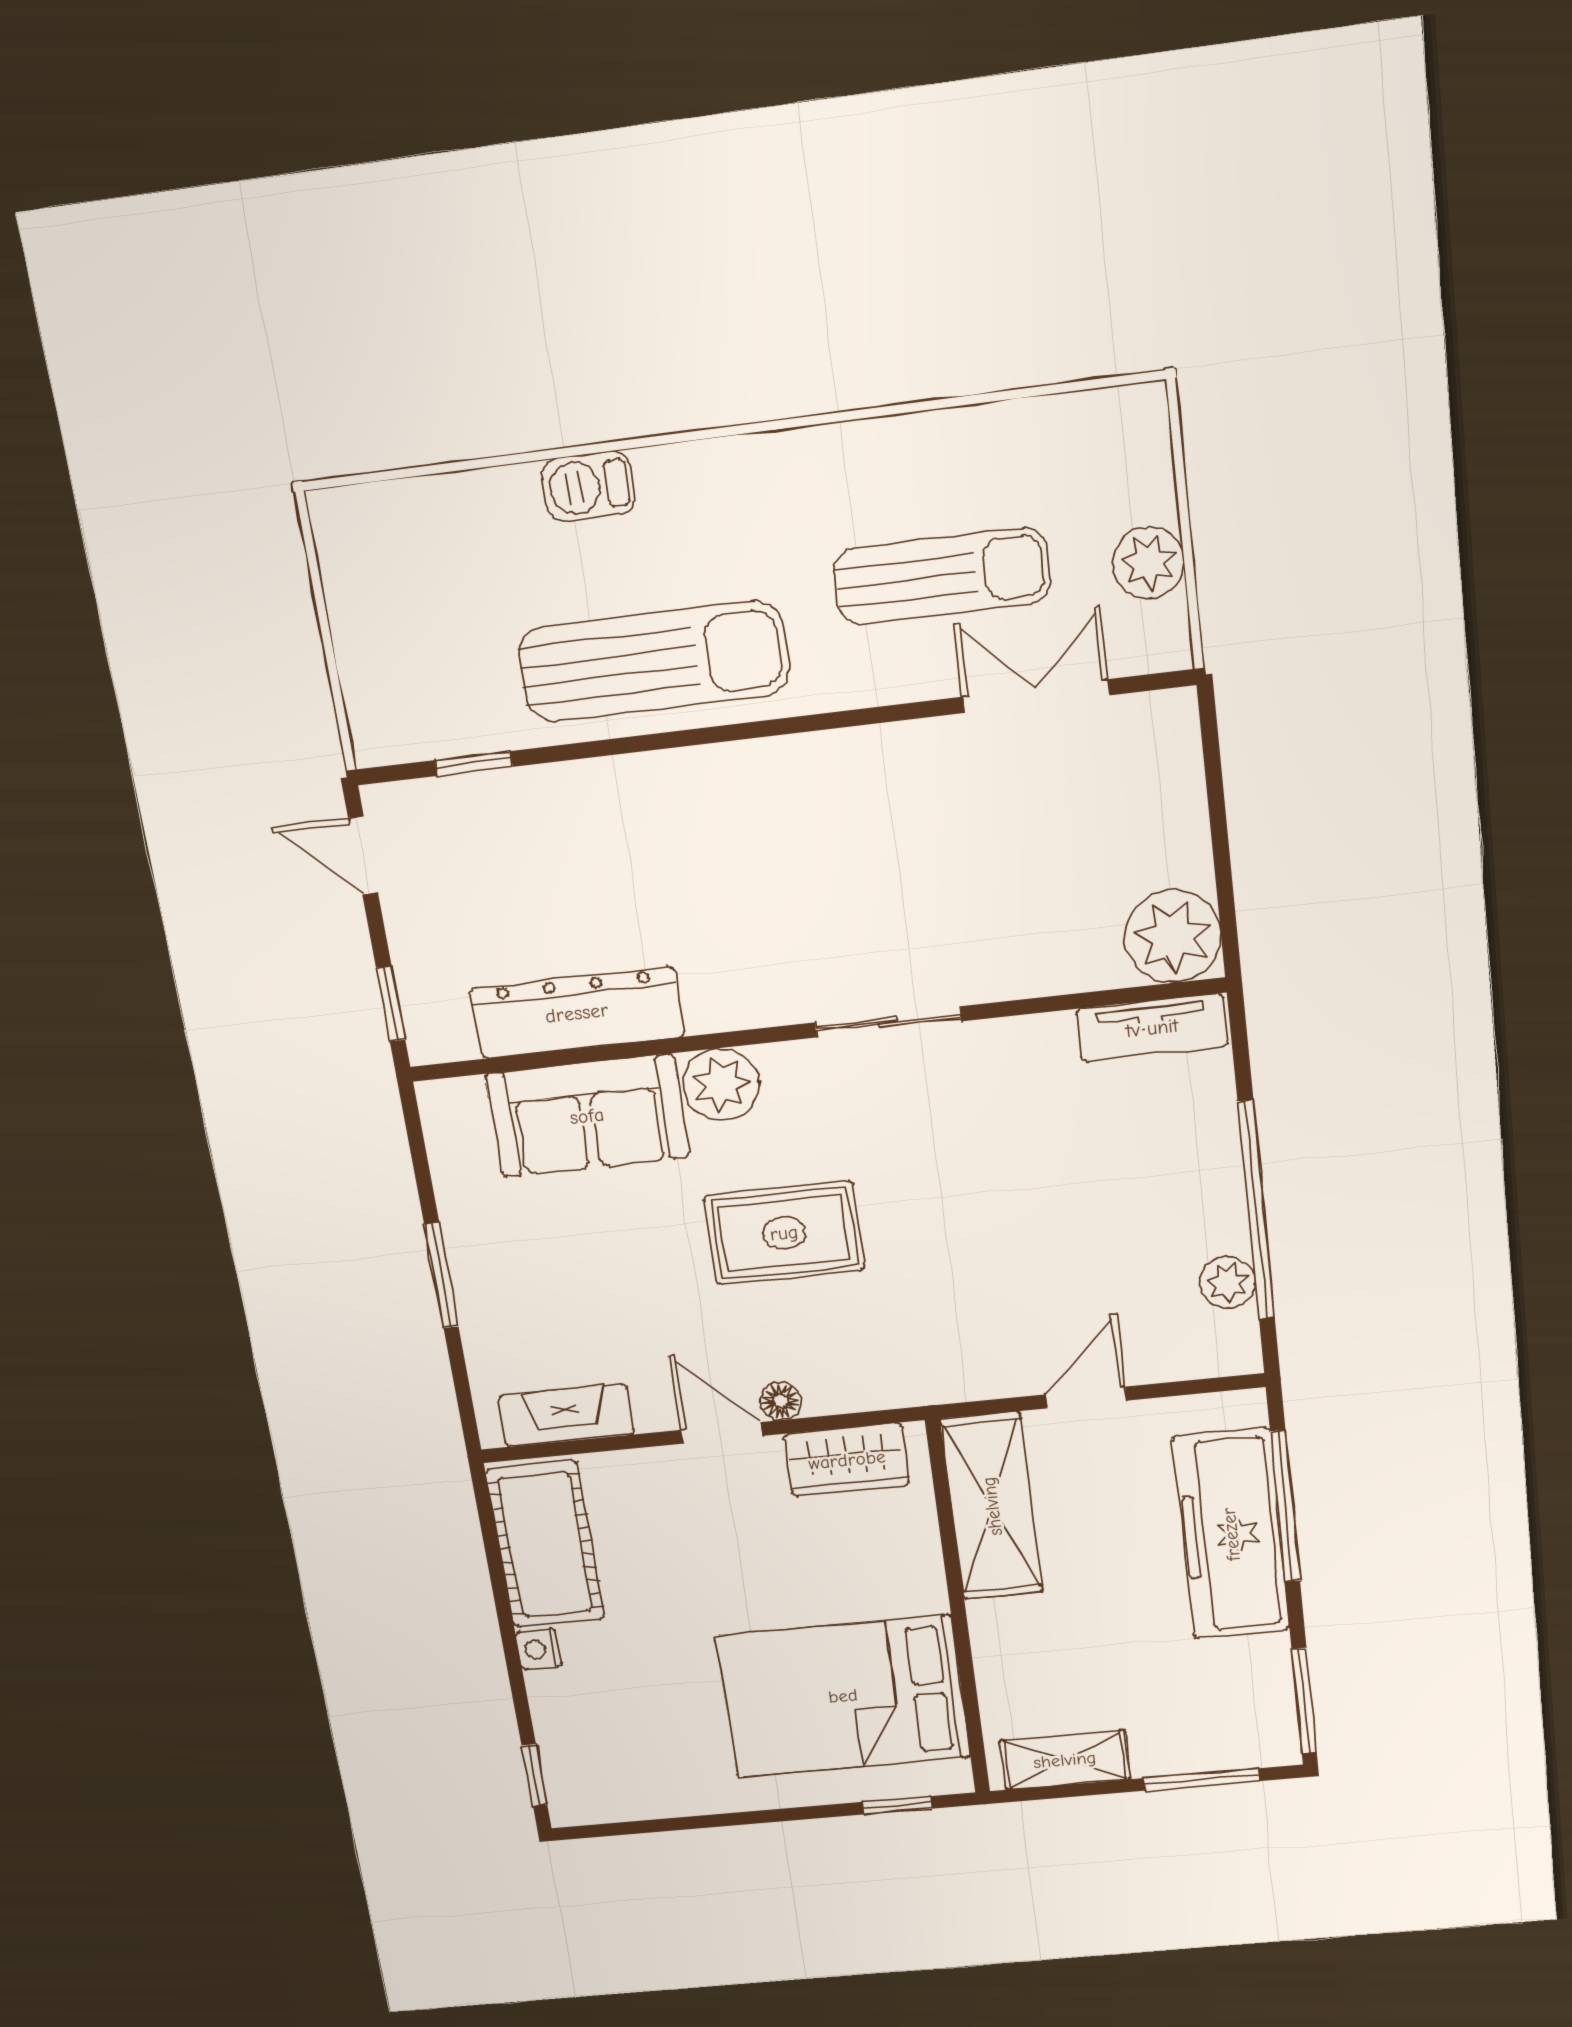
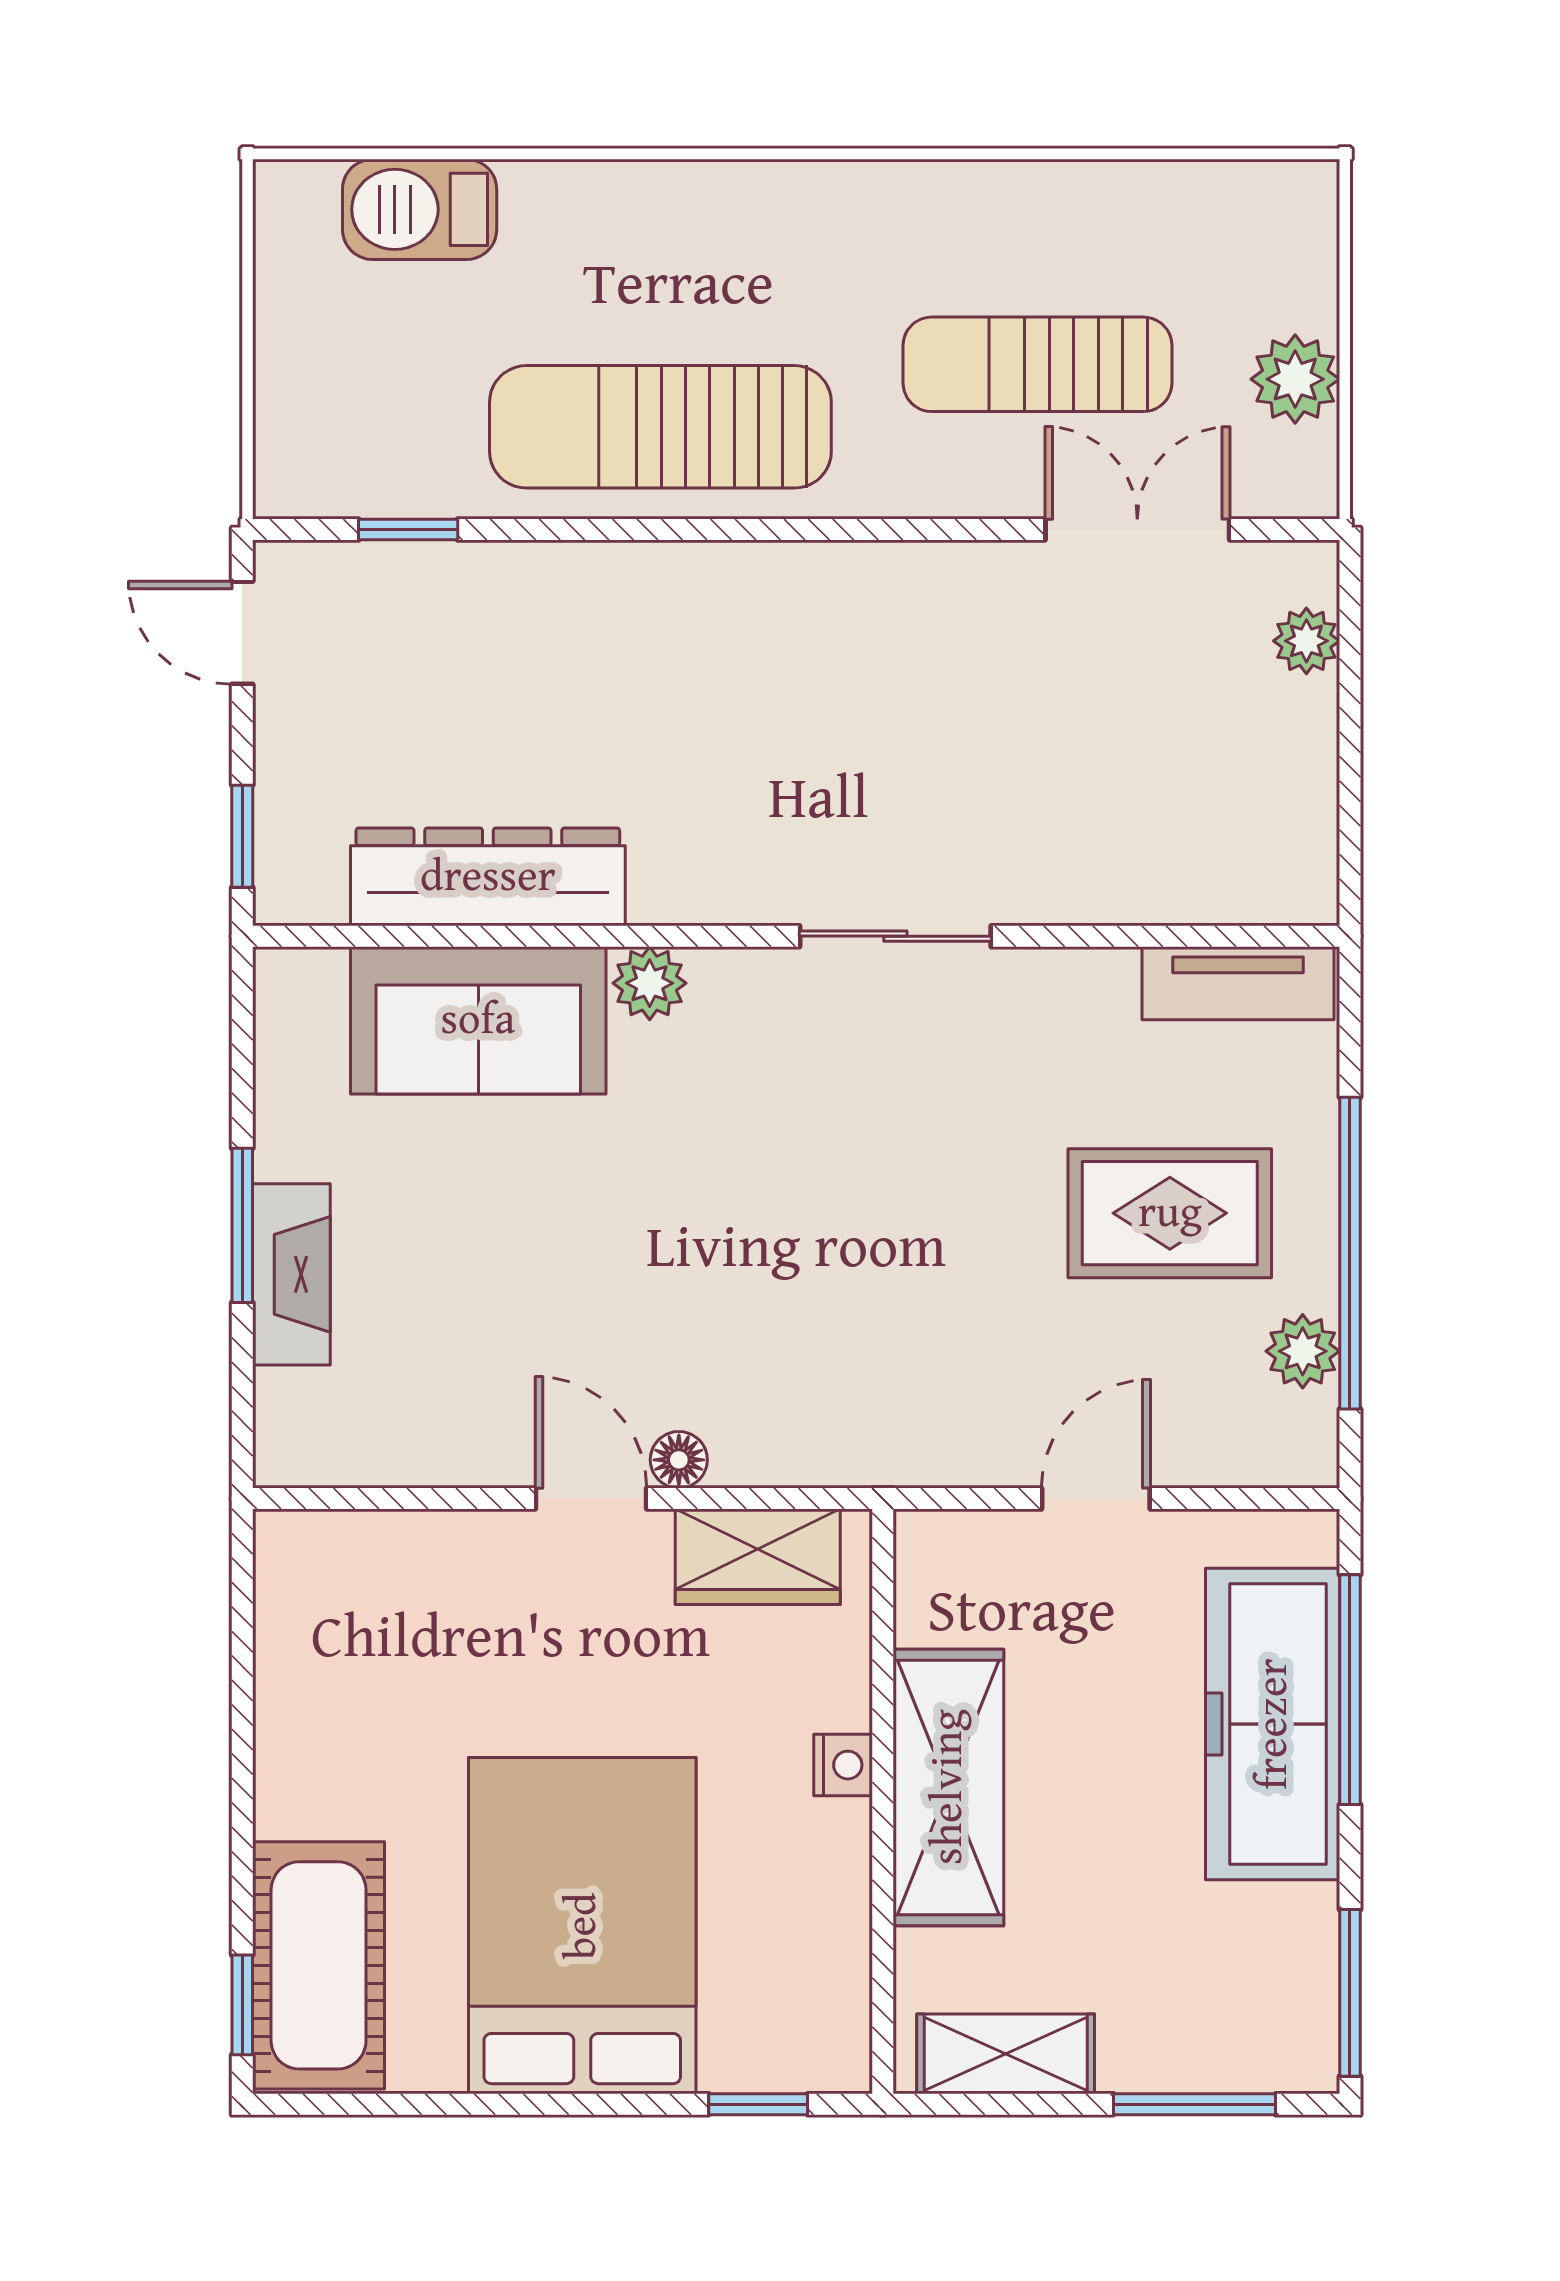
barbecue: (589, 486) -> (420, 209), moved, width x1.38, depth x1.27
sun lounger: (942, 576) -> (1038, 364), turned 180
sun lounger: (654, 661) -> (660, 427), turned 180
plant: (1173, 937) -> (1306, 641), moved, width x0.53, depth x0.53
plant: (721, 1084) -> (650, 983), width x0.73, depth x0.73
rug: (784, 1233) -> (1170, 1213), moved
fireplace: (566, 1415) -> (291, 1274), moved, turned 90
shelving: (992, 1506) -> (948, 1787), moved
cot: (545, 1545) -> (319, 1965), moved
nightstand: (539, 1649) -> (843, 1765), moved, turned 180
bed: (843, 1696) -> (582, 1926), moved, turned 90

